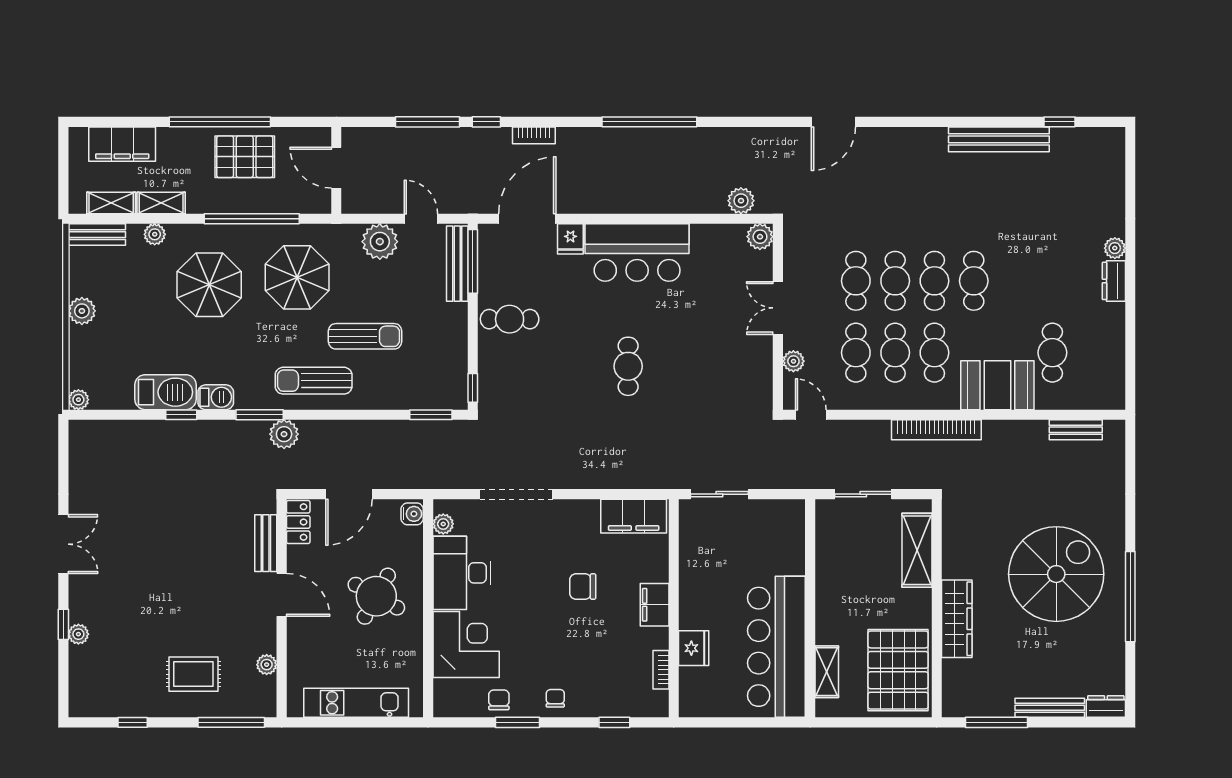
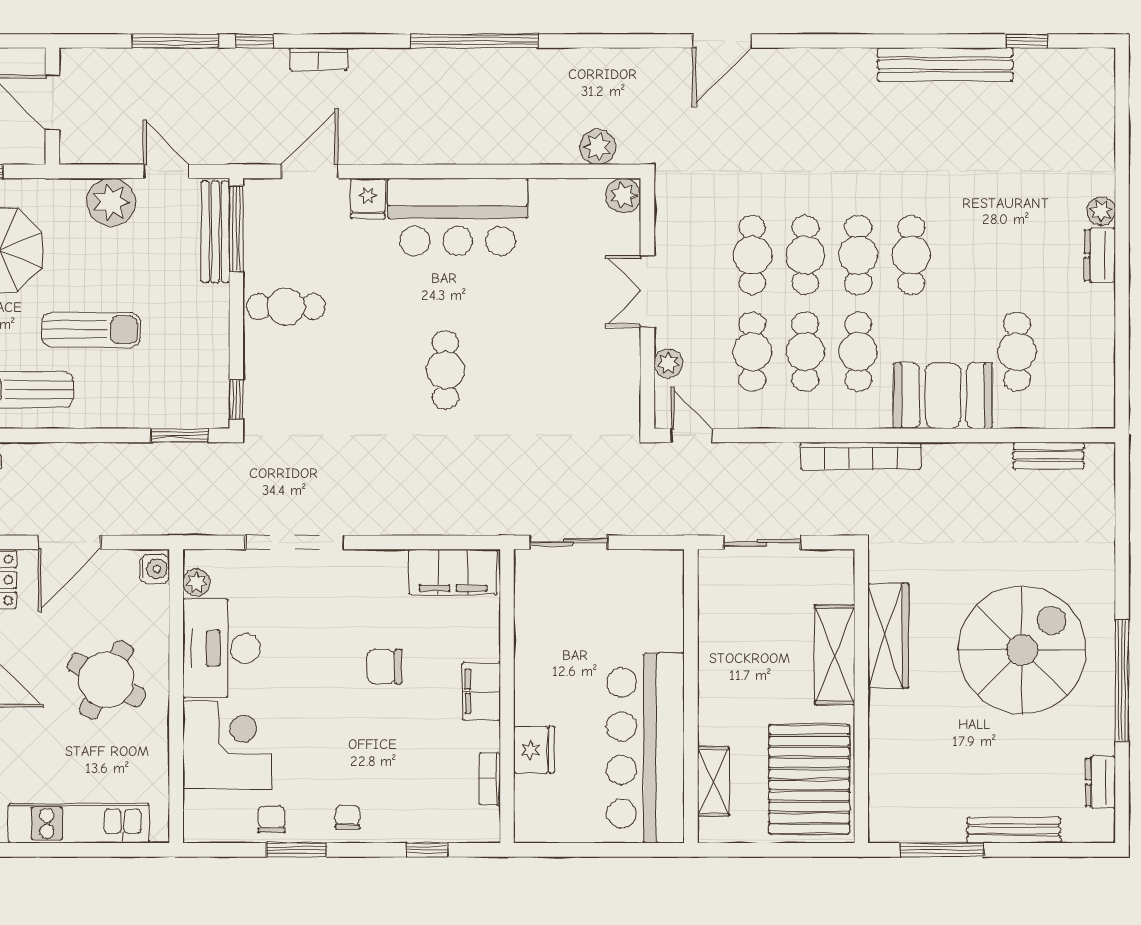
door: (527, 219) -> (310, 171), width x0.73
shelving: (917, 550) -> (835, 655), moved
wardrobe: (957, 619) -> (888, 636), moved
dresser: (1106, 707) -> (1101, 782), moved, turned -90

